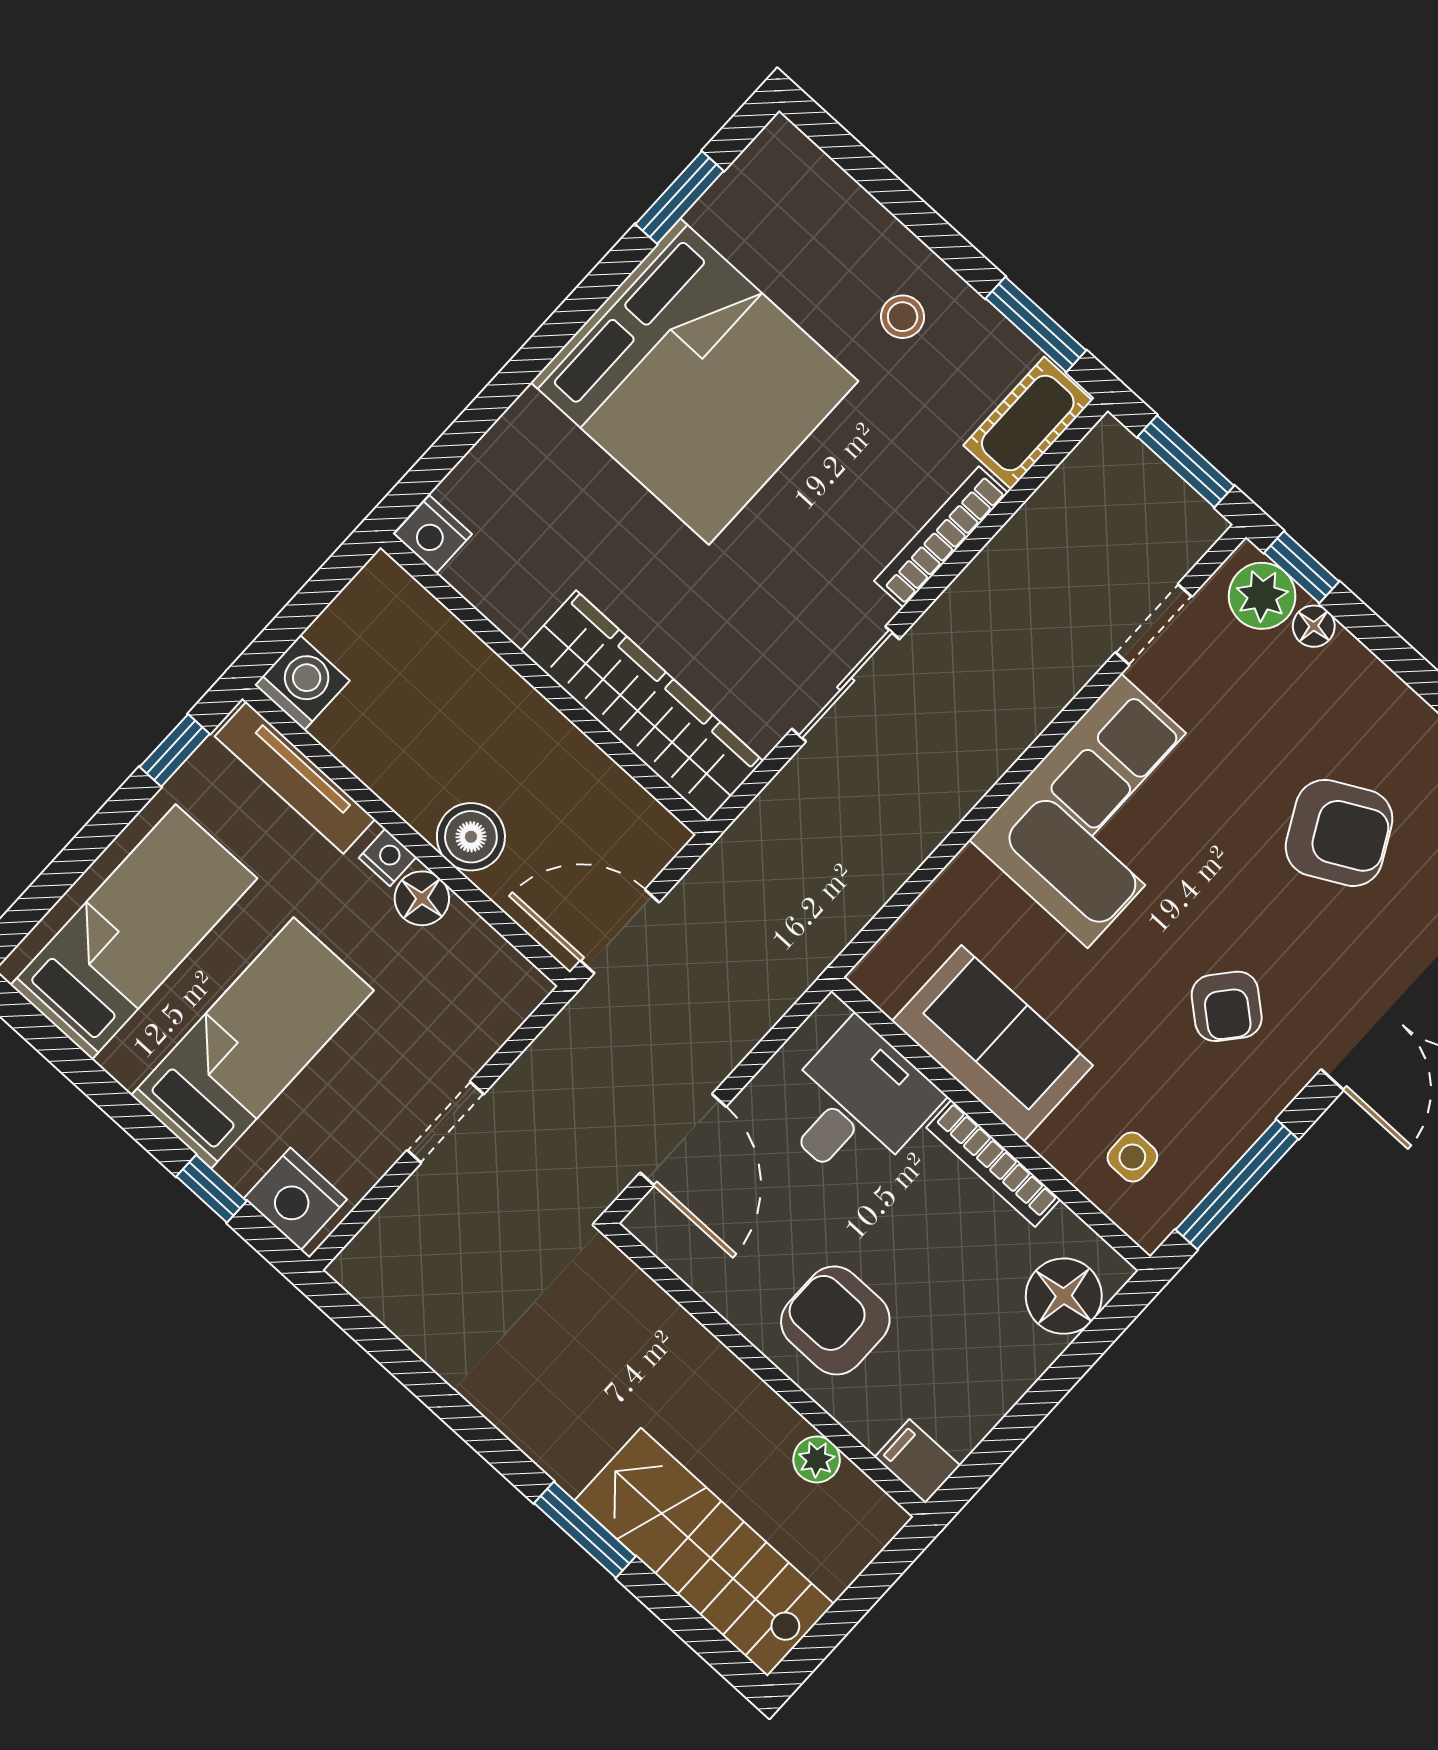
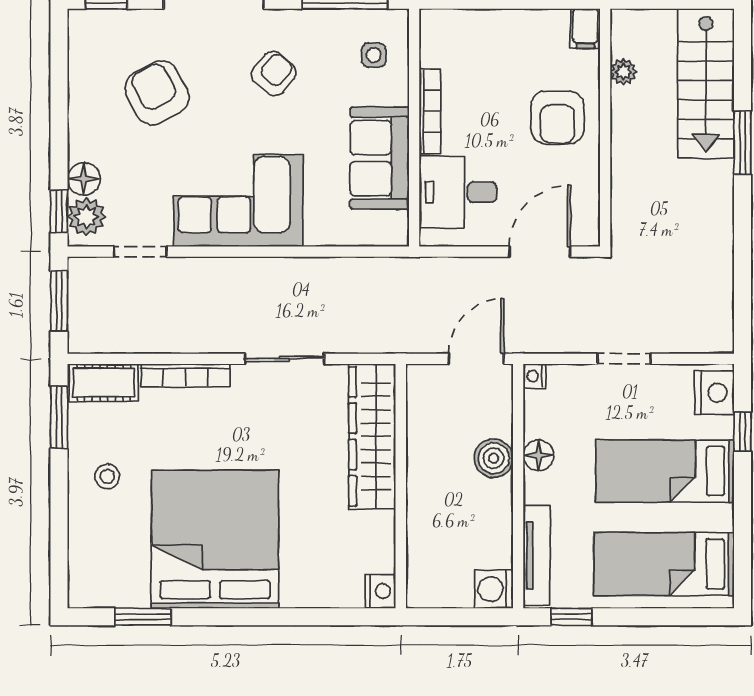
floor lamp: (1314, 626) -> (84, 179), width x1.37, depth x1.37
nightstand: (388, 857) -> (534, 376), moved
door: (620, 931) -> (476, 359), swing flipped
floor lamp: (1064, 1296) -> (459, 30), removed

